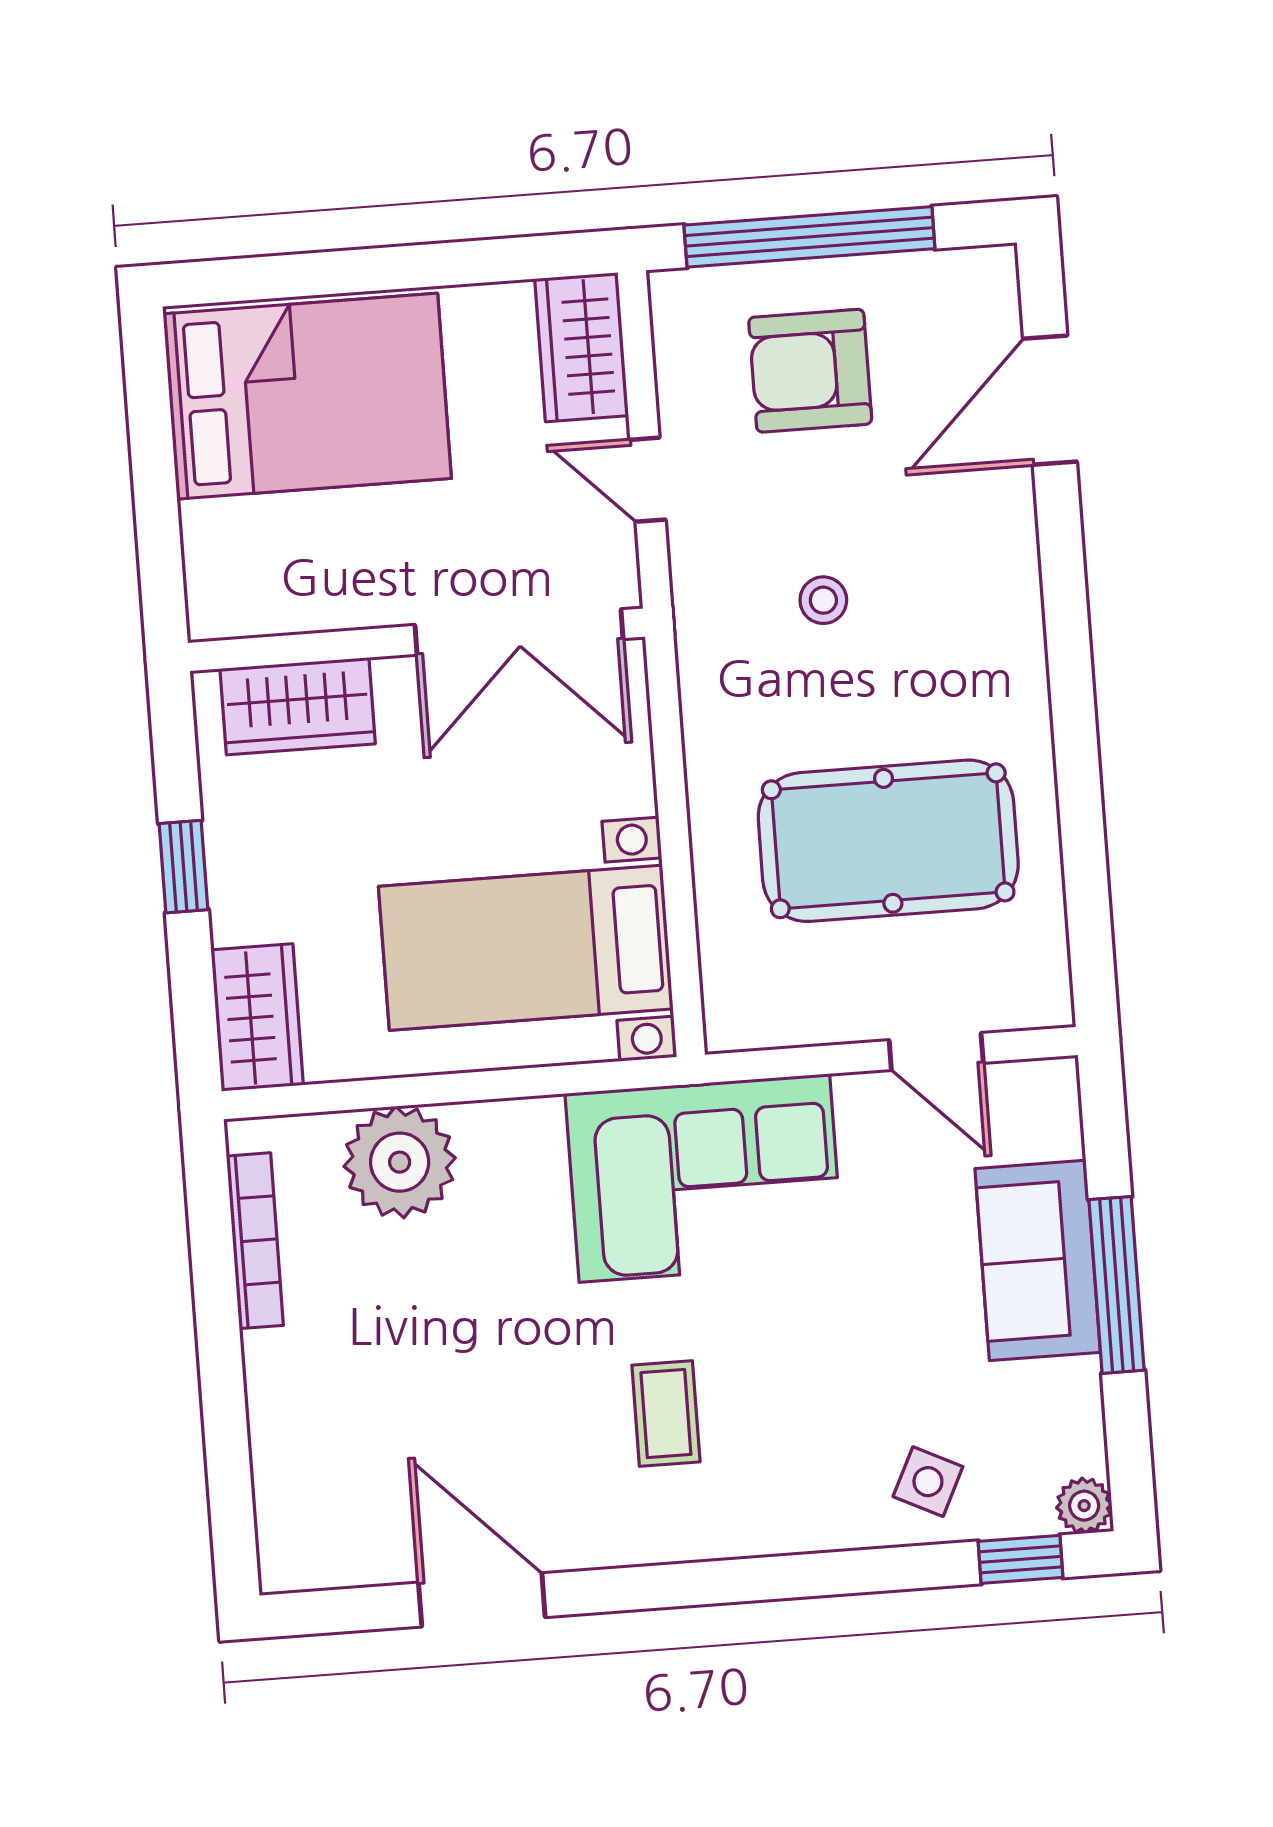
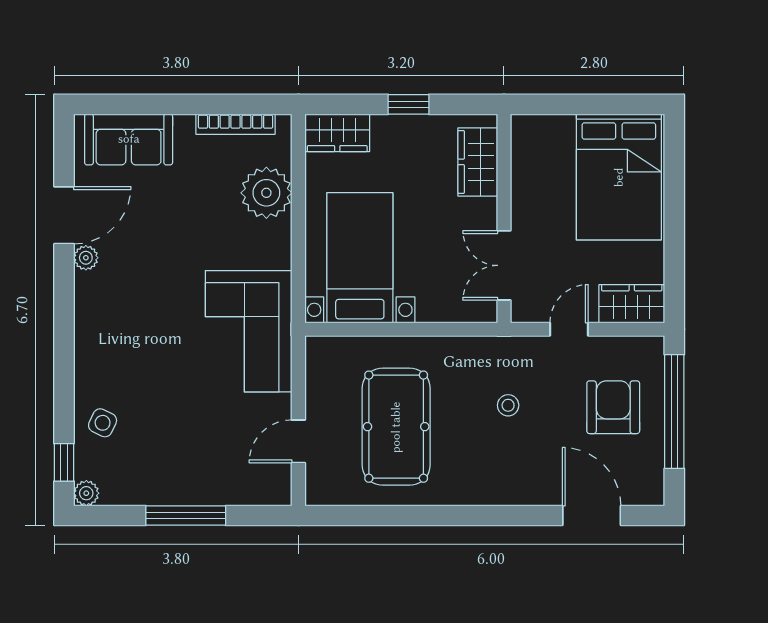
double door: (519, 632) -> (504, 265), width x0.73
sofa: (1038, 1260) -> (129, 139), moved, turned 180
coffee table: (666, 1414) -> (143, 306), removed
plant: (571, 1545) -> (86, 258), added

